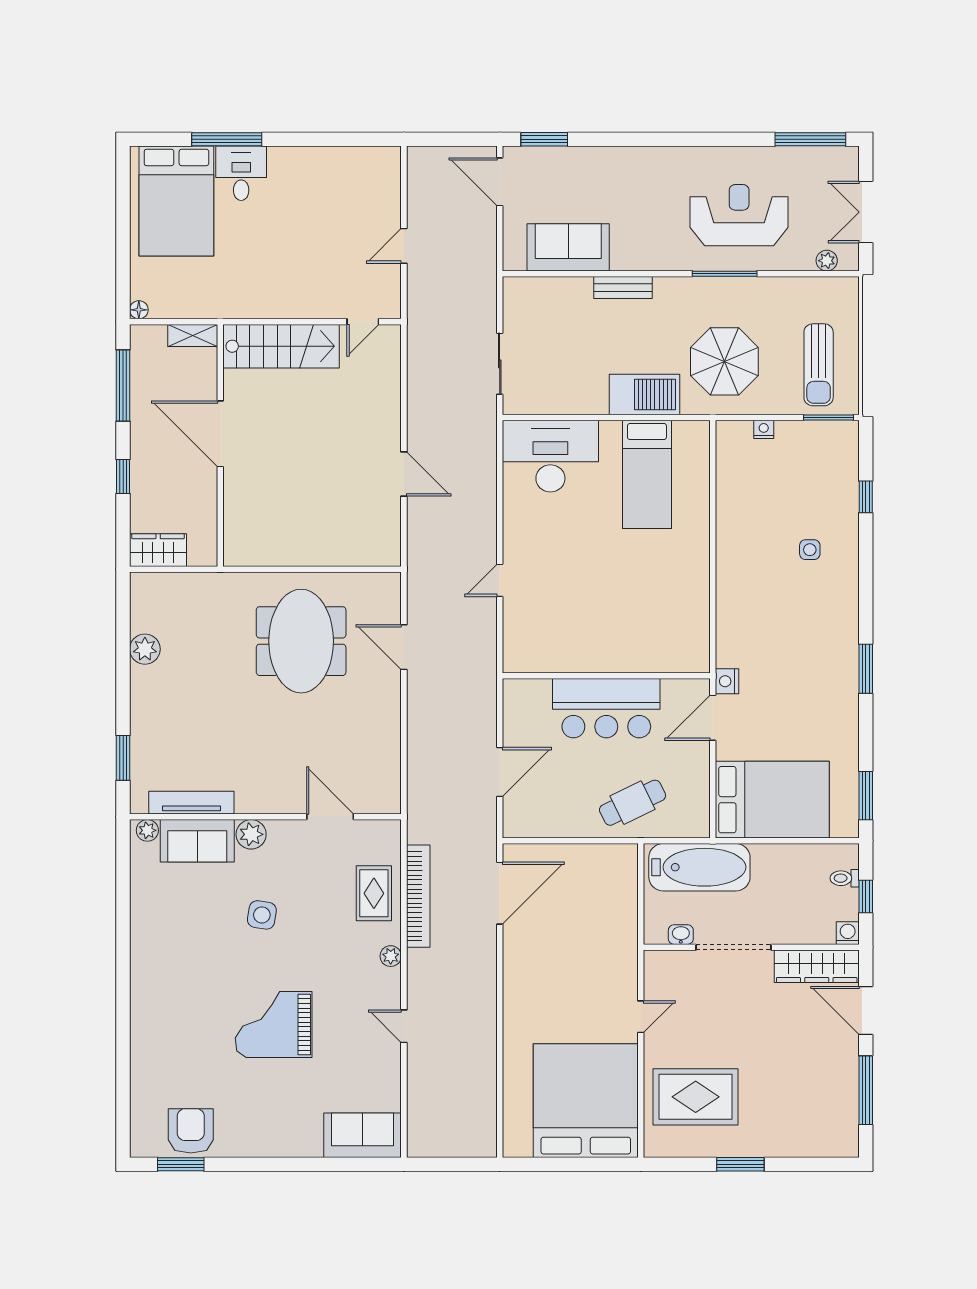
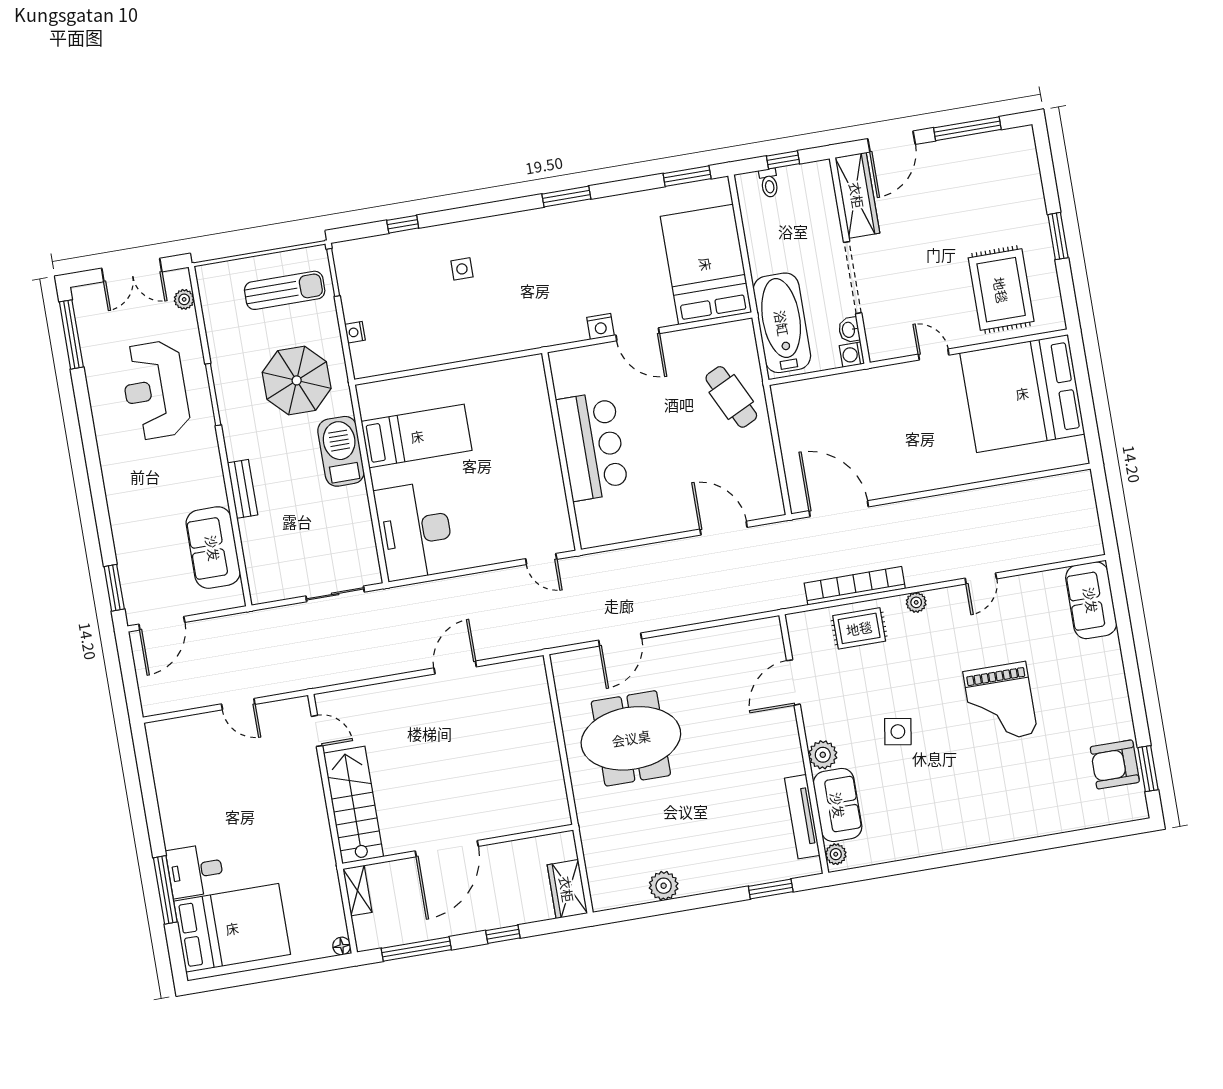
wall: (606, 676) -> (561, 451), moved
bar counter: (606, 708) -> (592, 446), moved
washing machine: (848, 933) -> (852, 355), moved

